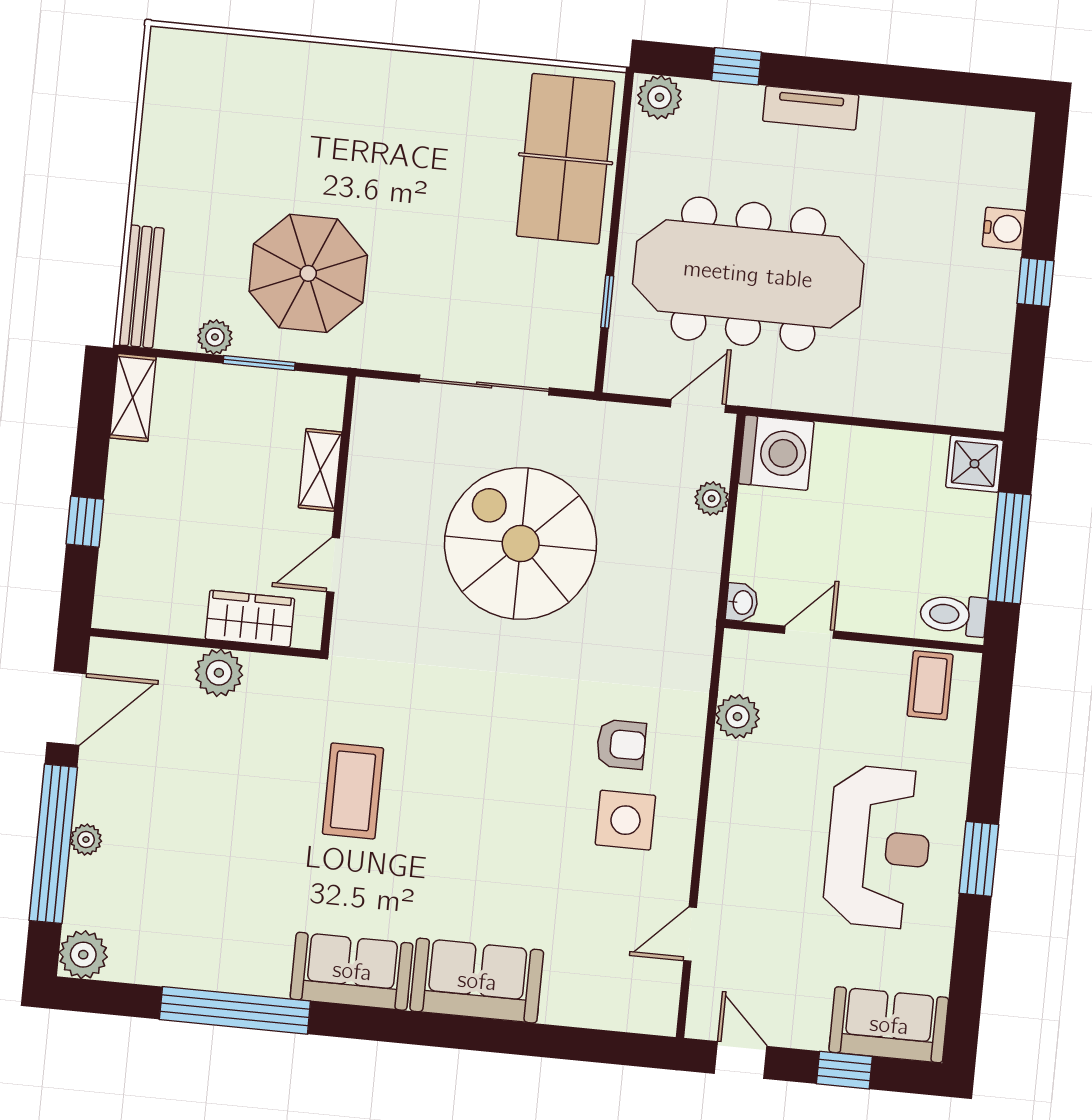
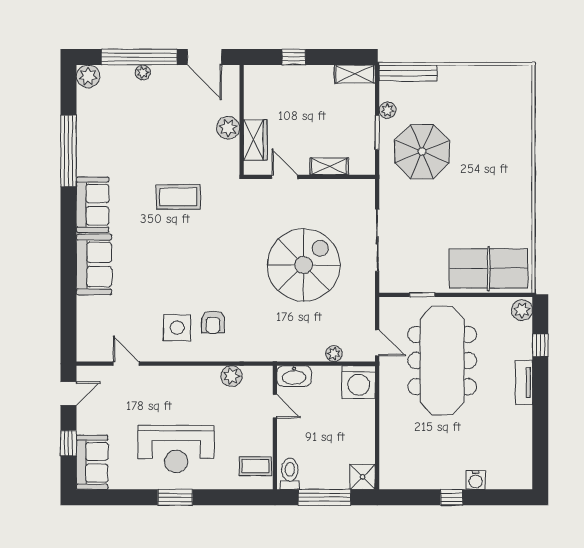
washbasin: (742, 602) -> (294, 376), width x1.91, depth x1.45

